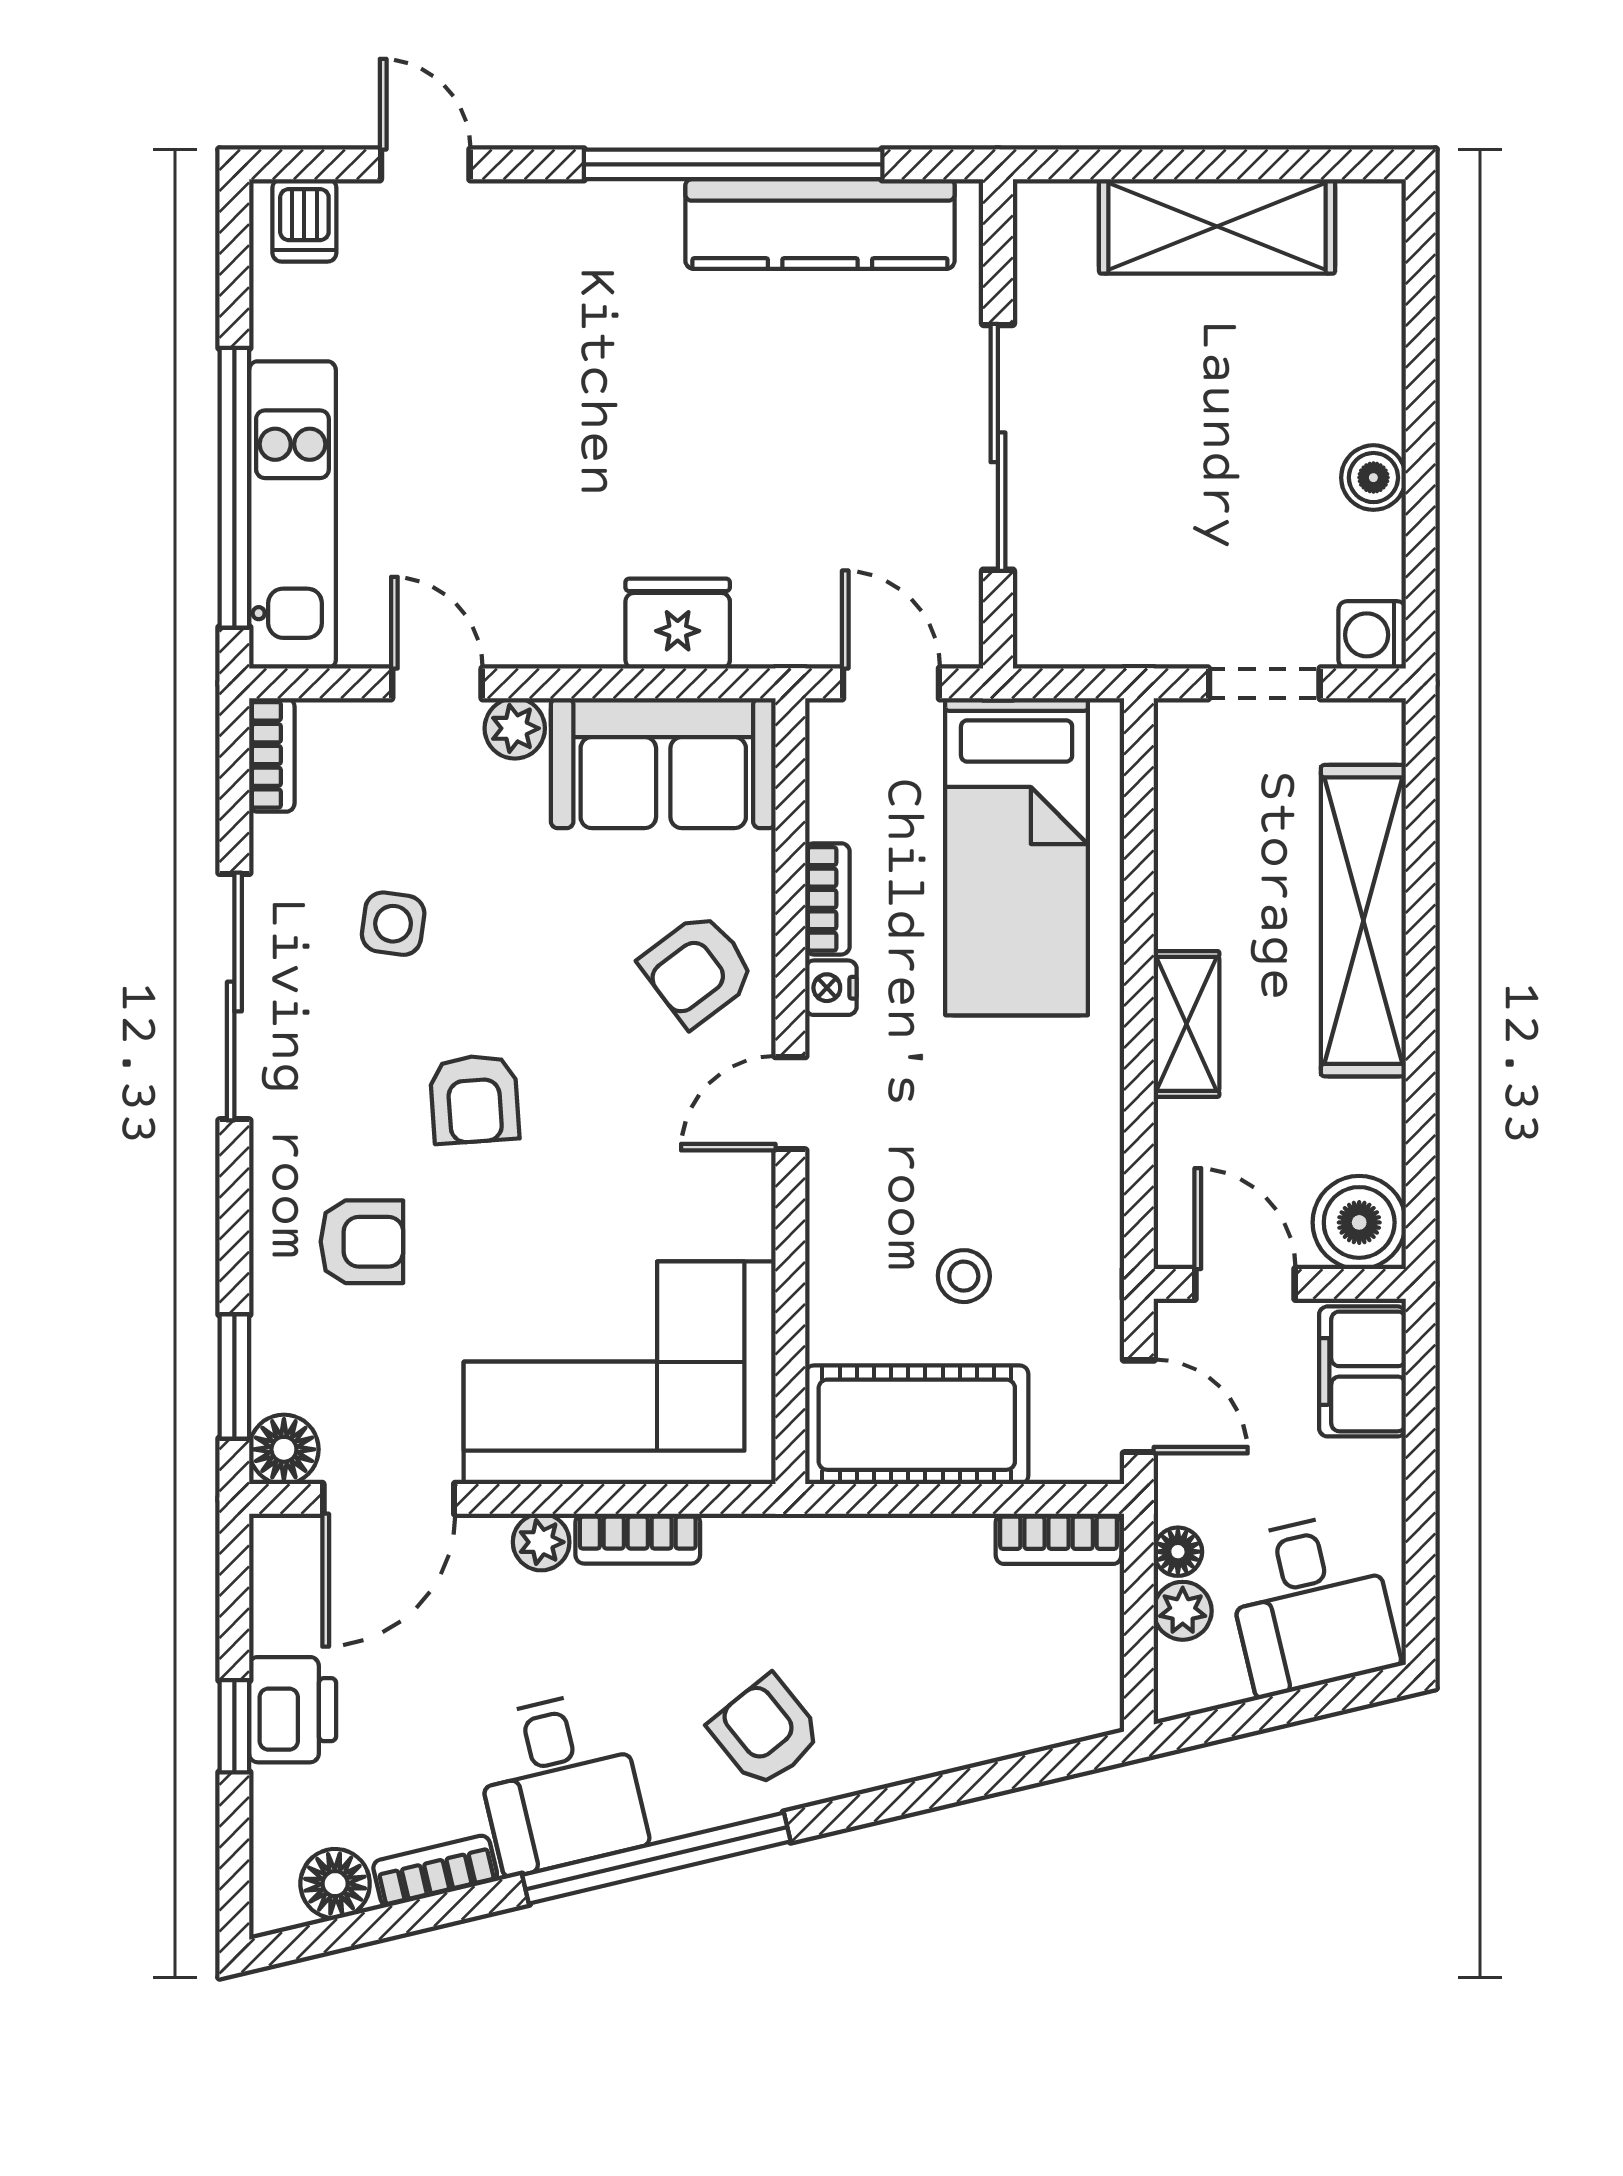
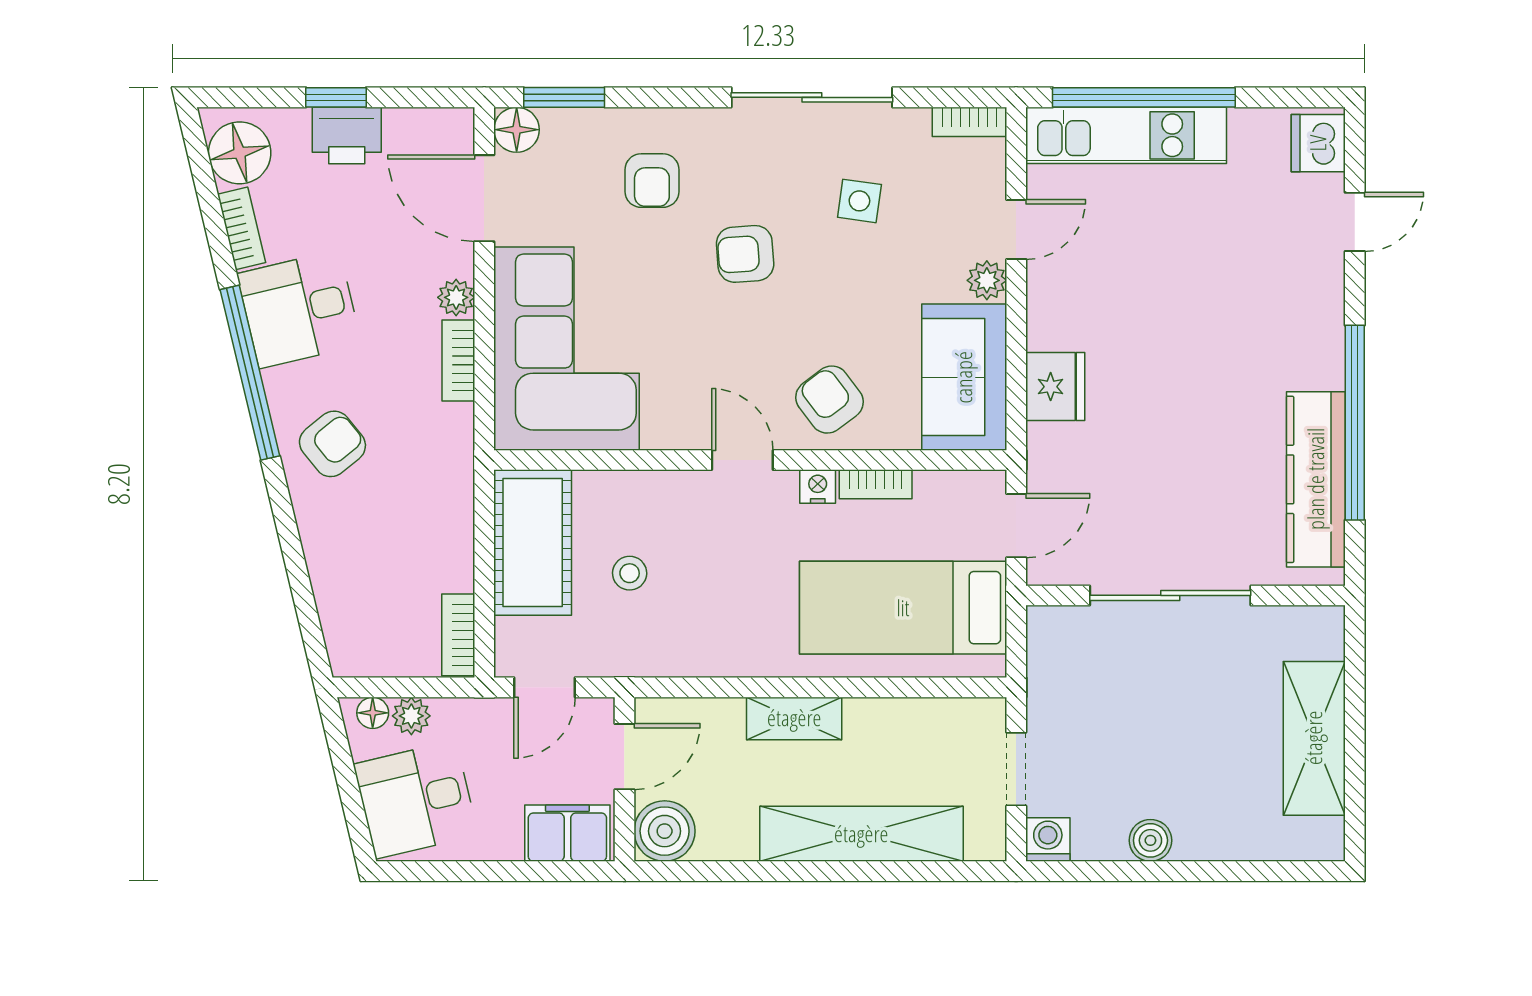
dishwasher: (304, 220) -> (1318, 143), width x1.38
floor lamp: (1178, 1552) -> (373, 713), moved
floor lamp: (335, 1884) -> (240, 153), width x1.38, depth x1.38

